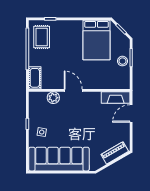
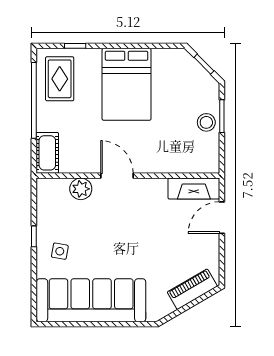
bed: (96, 40) -> (127, 84), moved

